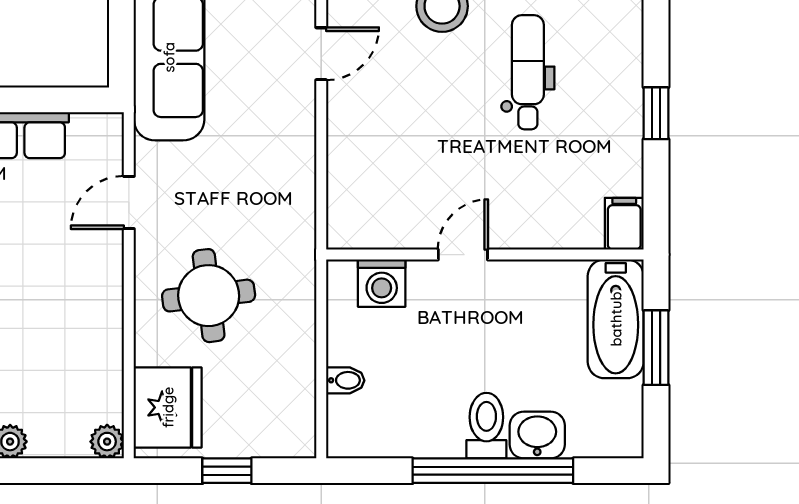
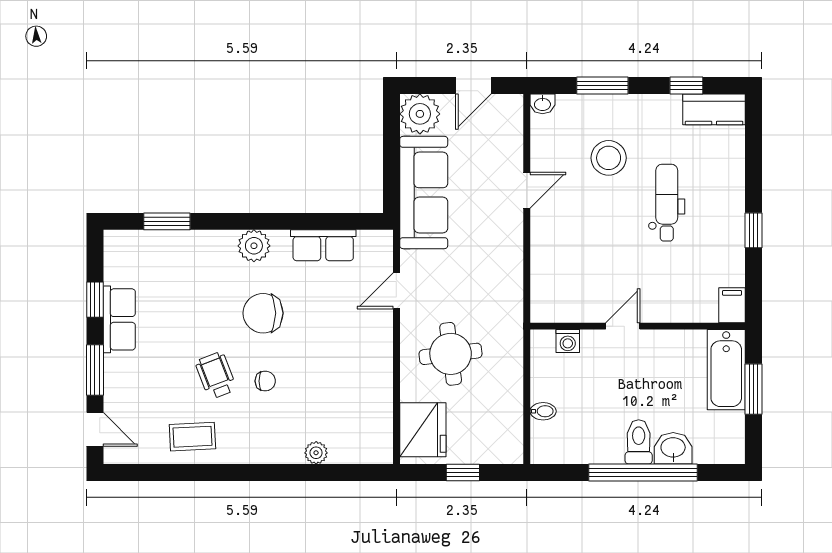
washing machine: (382, 283) -> (568, 341), width x0.73, depth x0.73
plant: (107, 442) -> (382, 453), removed

